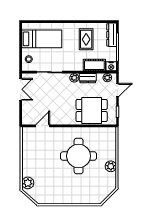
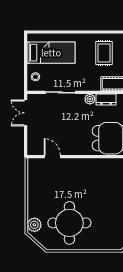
double door: (21, 89) -> (26, 113), swing flipped
door: (43, 126) -> (52, 157), hinge flipped
round table: (79, 156) -> (69, 223), moved

